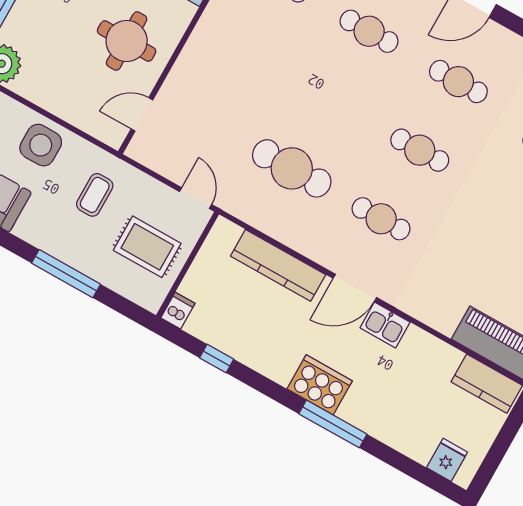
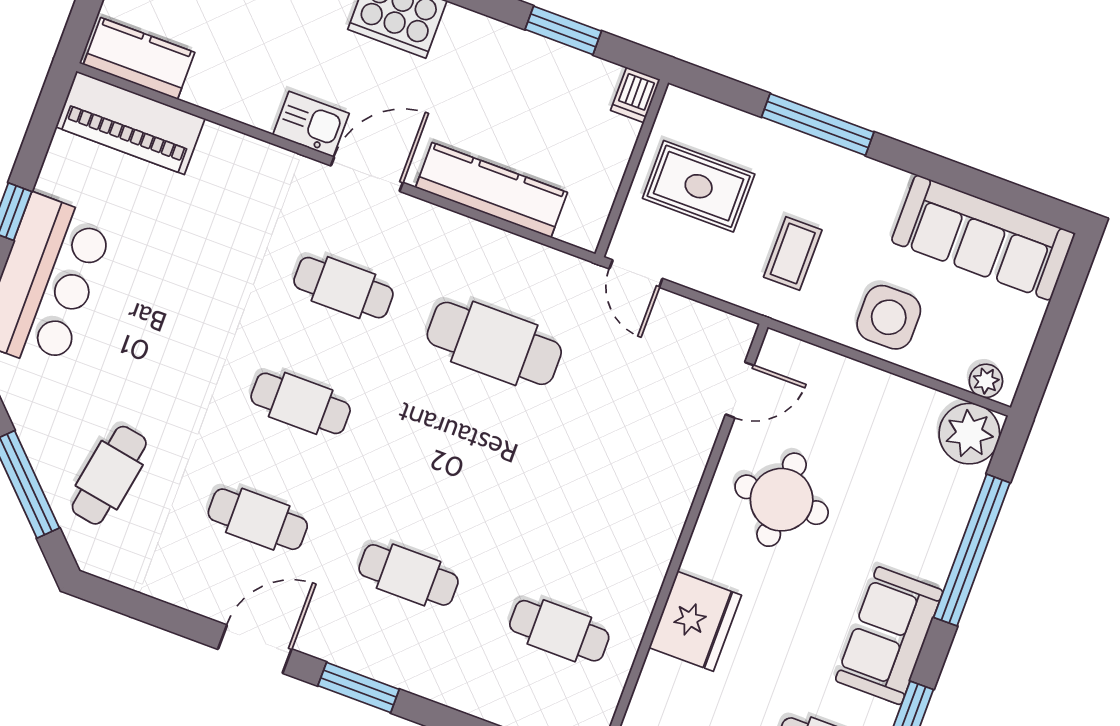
window: (217, 359) -> (563, 30), width x1.50

